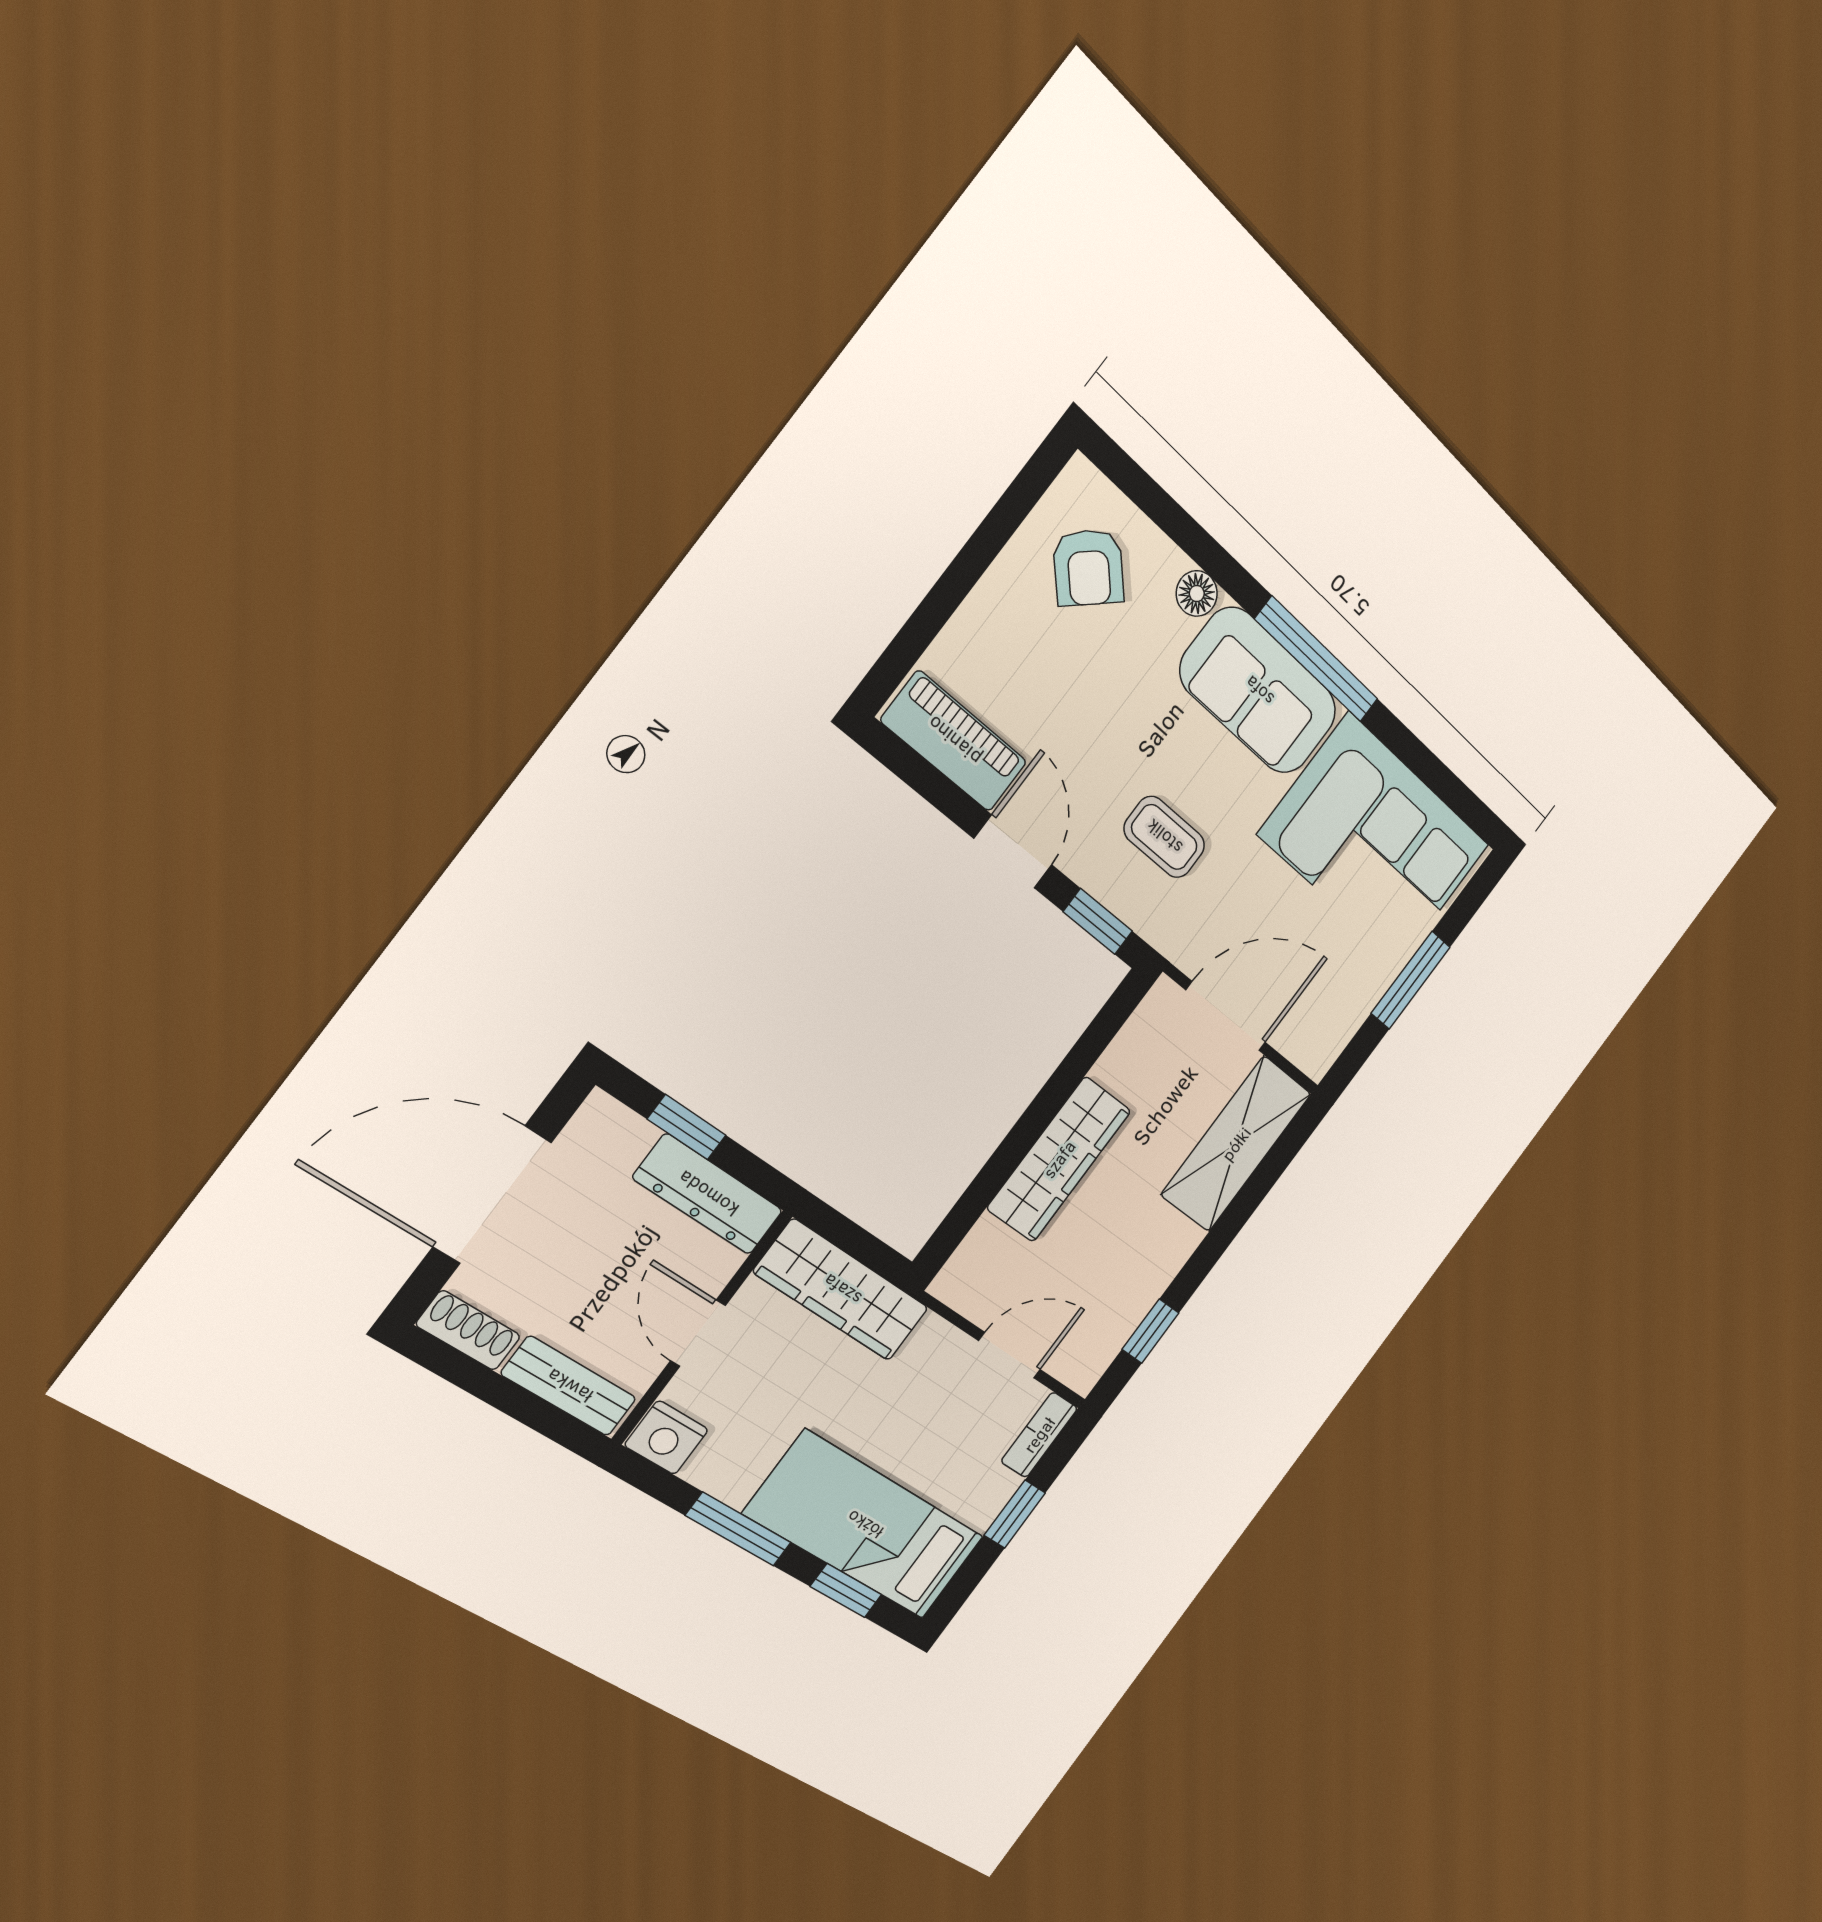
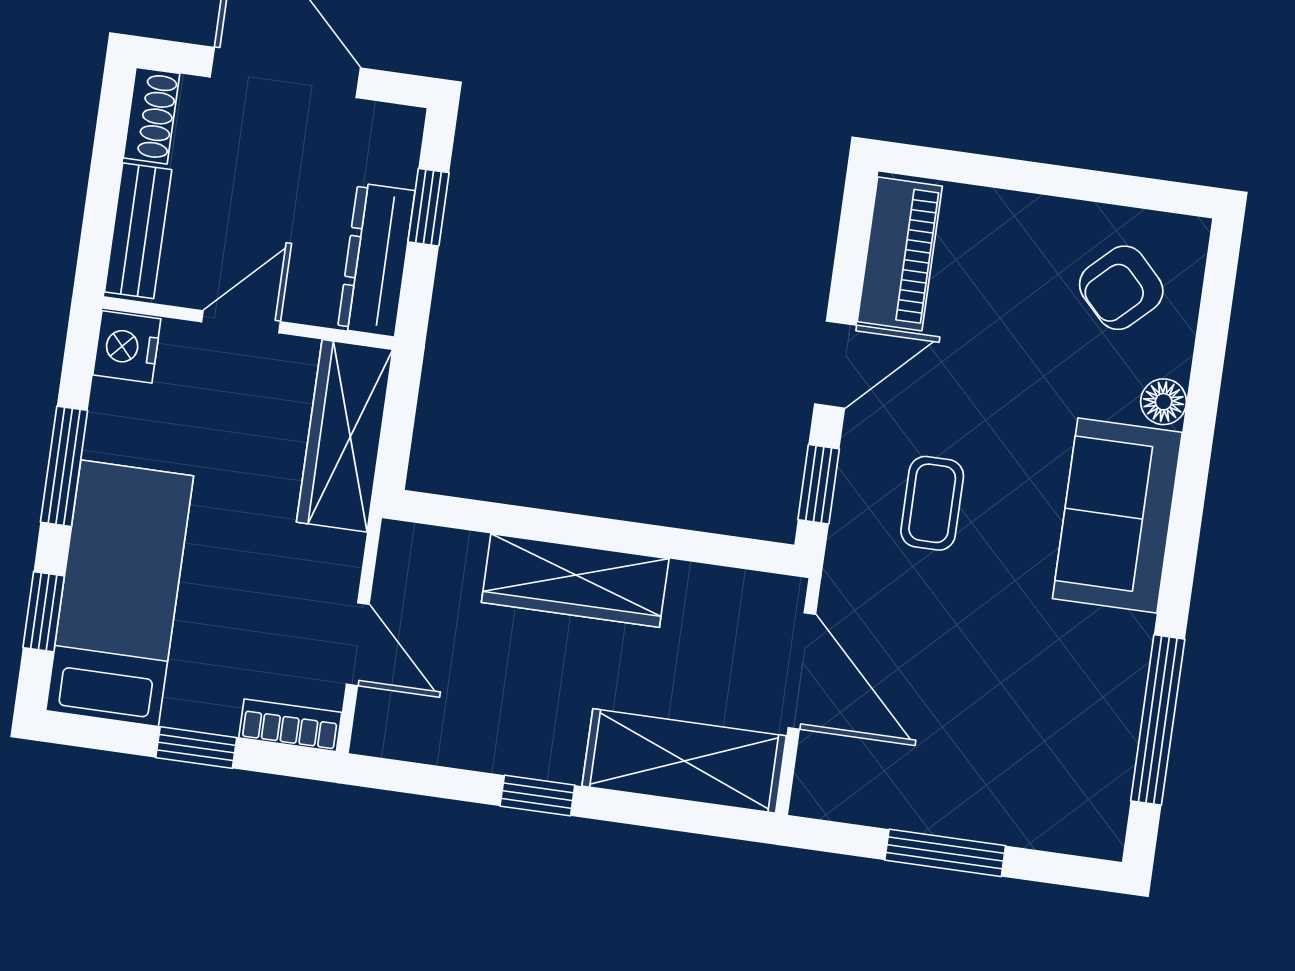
window: (1317, 660) -> (1158, 720), moved
corner sofa: (1375, 840) -> (1055, 724), removed
window: (1150, 1331) -> (537, 796), moved

